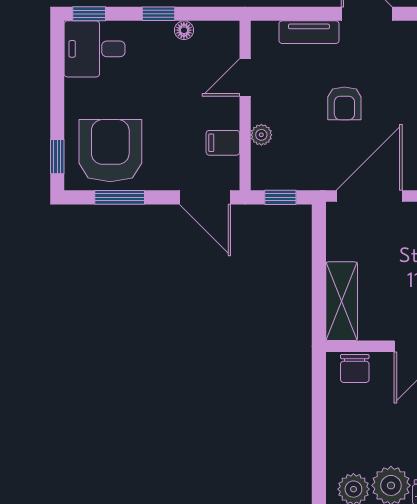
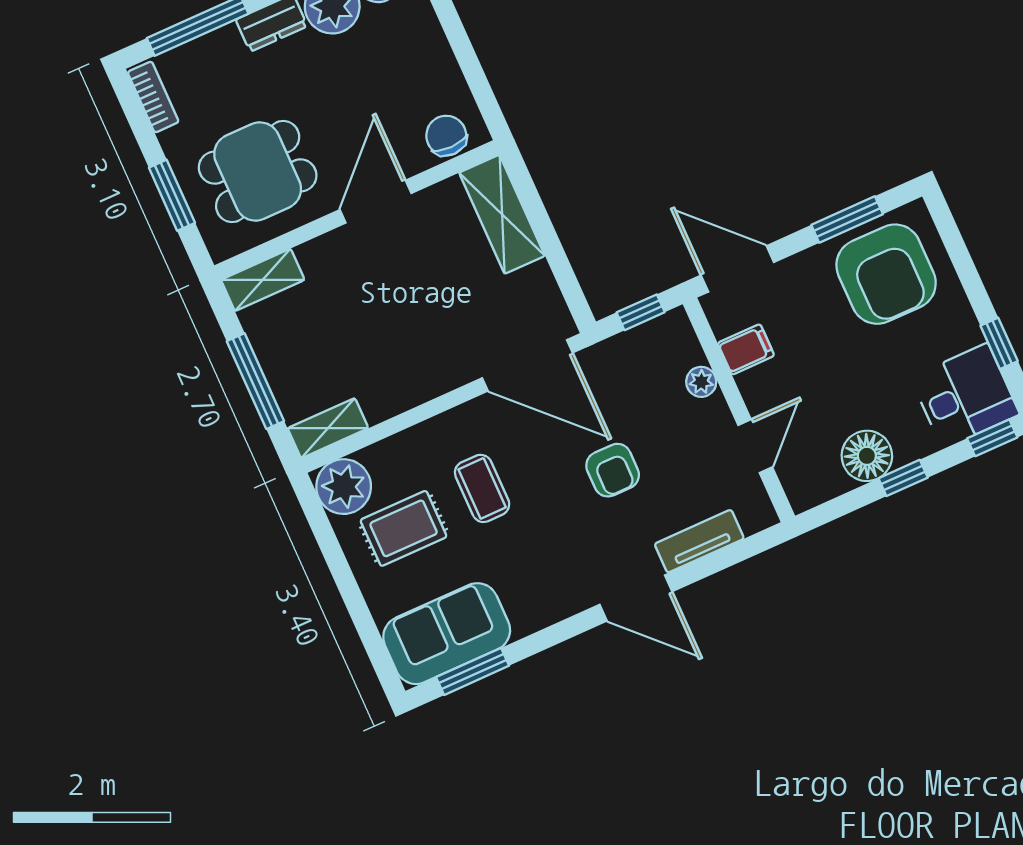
floor lamp: (184, 30) -> (867, 456), width x1.89, depth x1.89
armchair: (344, 103) -> (613, 470), turned 180
window: (57, 157) -> (999, 343), moved
door: (369, 196) -> (527, 365), hinge flipped

